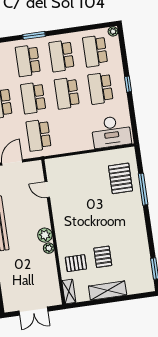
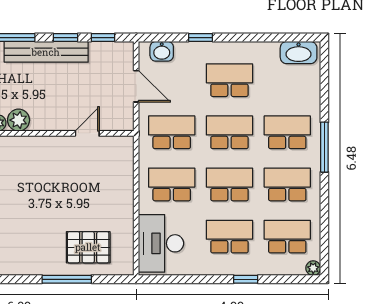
window: (34, 35) -> (324, 147), width x1.44
window: (128, 84) -> (246, 279), moved
school desk: (72, 130) -> (172, 184), added

